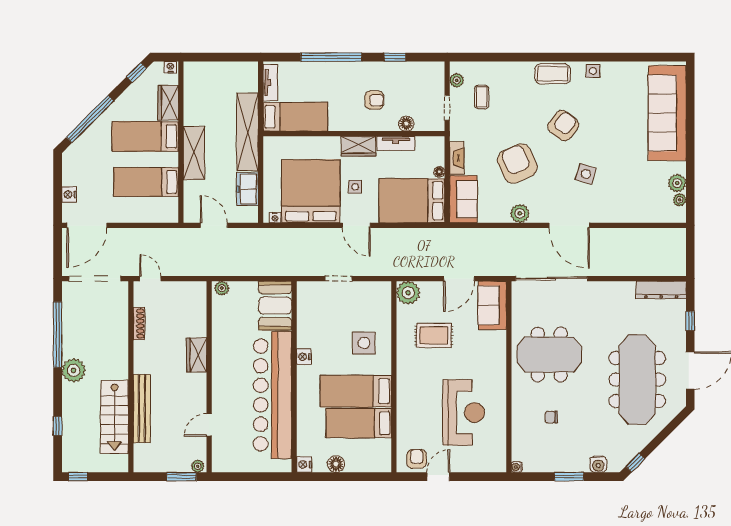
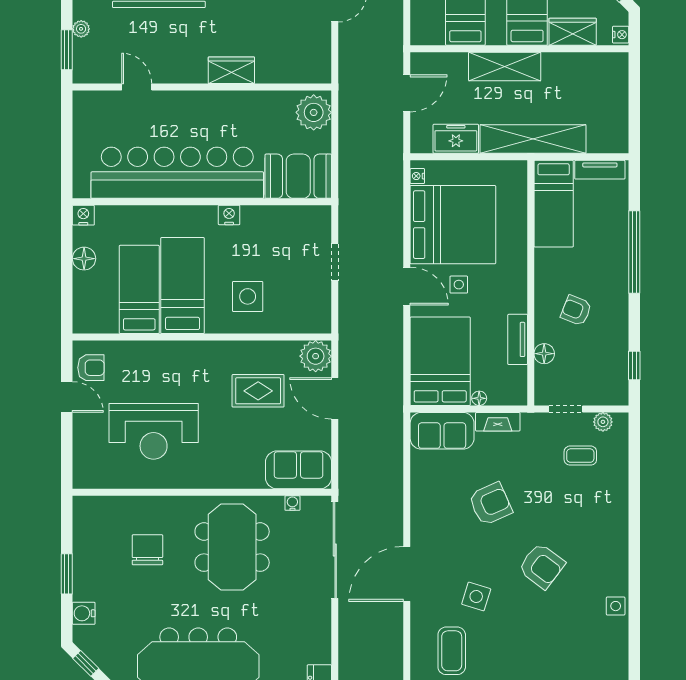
window: (395, 57) -> (634, 366), moved
coffee table: (553, 74) -> (452, 651), moved
armchair: (374, 100) -> (576, 310), turned 112
wardrobe: (359, 146) -> (514, 289), removed
armchair: (517, 163) -> (490, 504), width x0.73, depth x0.73
plant: (520, 213) -> (423, 507), removed
door: (356, 225) -> (407, 286), swing flipped
door: (459, 279) -> (335, 398), moved
plant: (222, 288) -> (314, 112), width x1.87, depth x1.87
rug: (434, 335) -> (258, 391), turned 90
chair: (551, 417) -> (147, 550), width x1.87, depth x1.87
plant: (198, 466) -> (81, 29), moved
water cooler: (517, 467) -> (292, 503), moved

